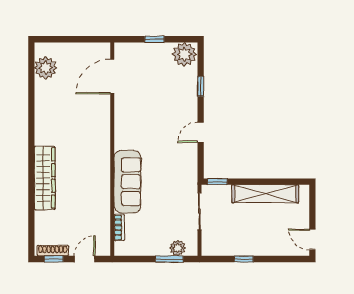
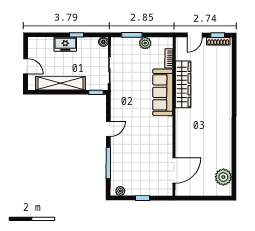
plant: (184, 54) -> (120, 191), width x0.53, depth x0.53
window: (201, 86) -> (108, 163), width x2.17
wardrobe: (45, 178) -> (183, 84), moved, turned 180
door: (312, 239) -> (26, 66), moved
freezer: (259, 246) -> (65, 44), added
plant: (178, 248) -> (145, 43), moved
boiler: (208, 250) -> (103, 42), added

